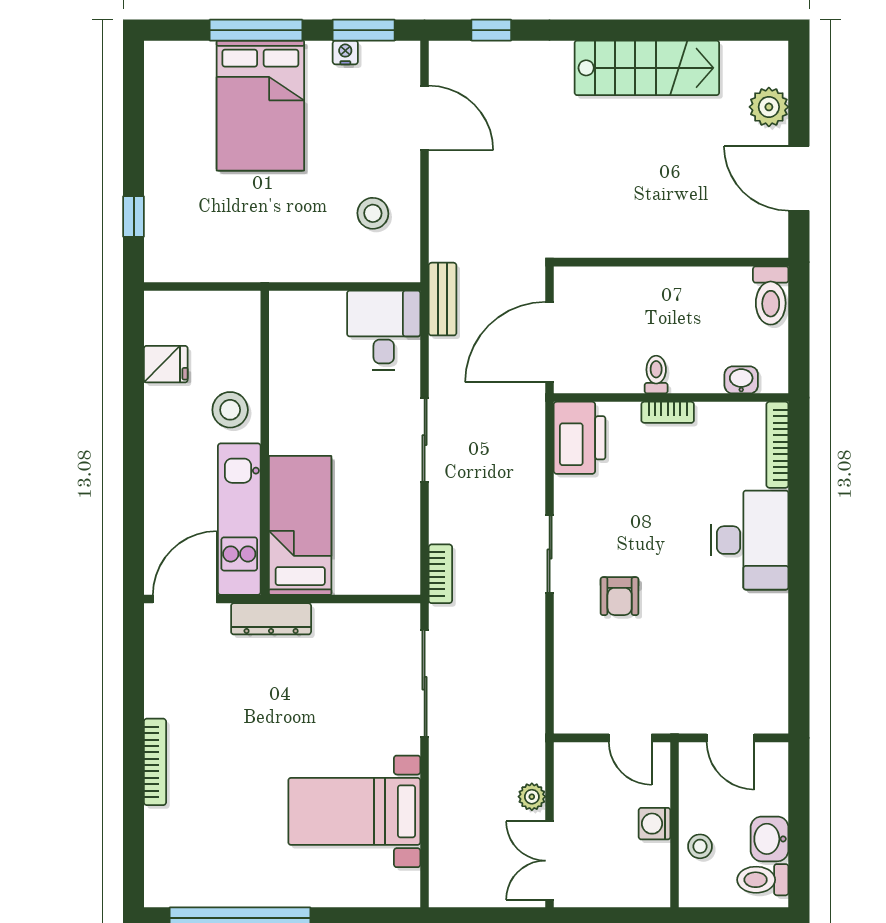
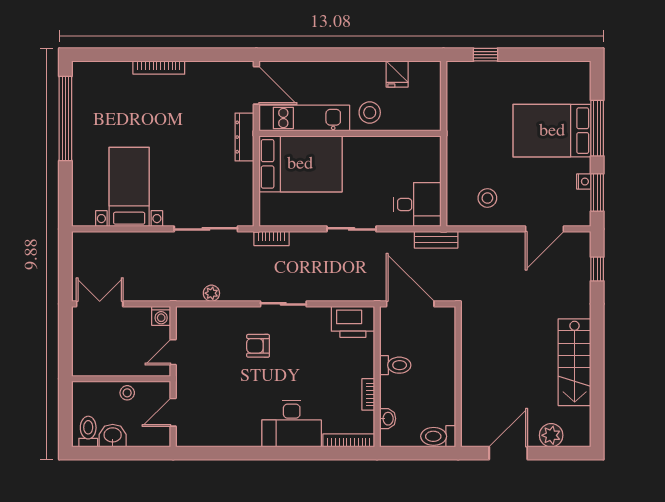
toilet: (656, 375) -> (395, 365), width x1.37, depth x1.39
bookcase: (668, 412) -> (368, 394), moved
bed: (300, 525) -> (300, 164), width x1.50
plant: (532, 797) -> (211, 293), moved
washing machine: (655, 824) -> (161, 316), moved, turned 180
stool: (700, 846) -> (127, 393), moved

